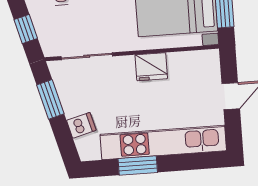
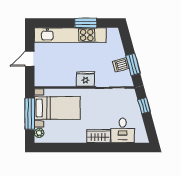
fridge: (151, 67) -> (86, 79), moved
dishwasher: (81, 125) -> (121, 65), moved

